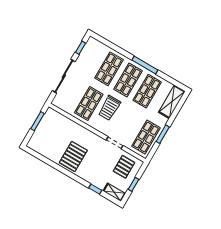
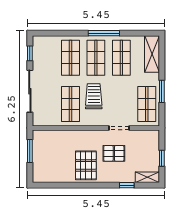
trolley: (109, 108) -> (94, 96), turned 180
pallet: (124, 167) -> (114, 153), moved, turned 90

